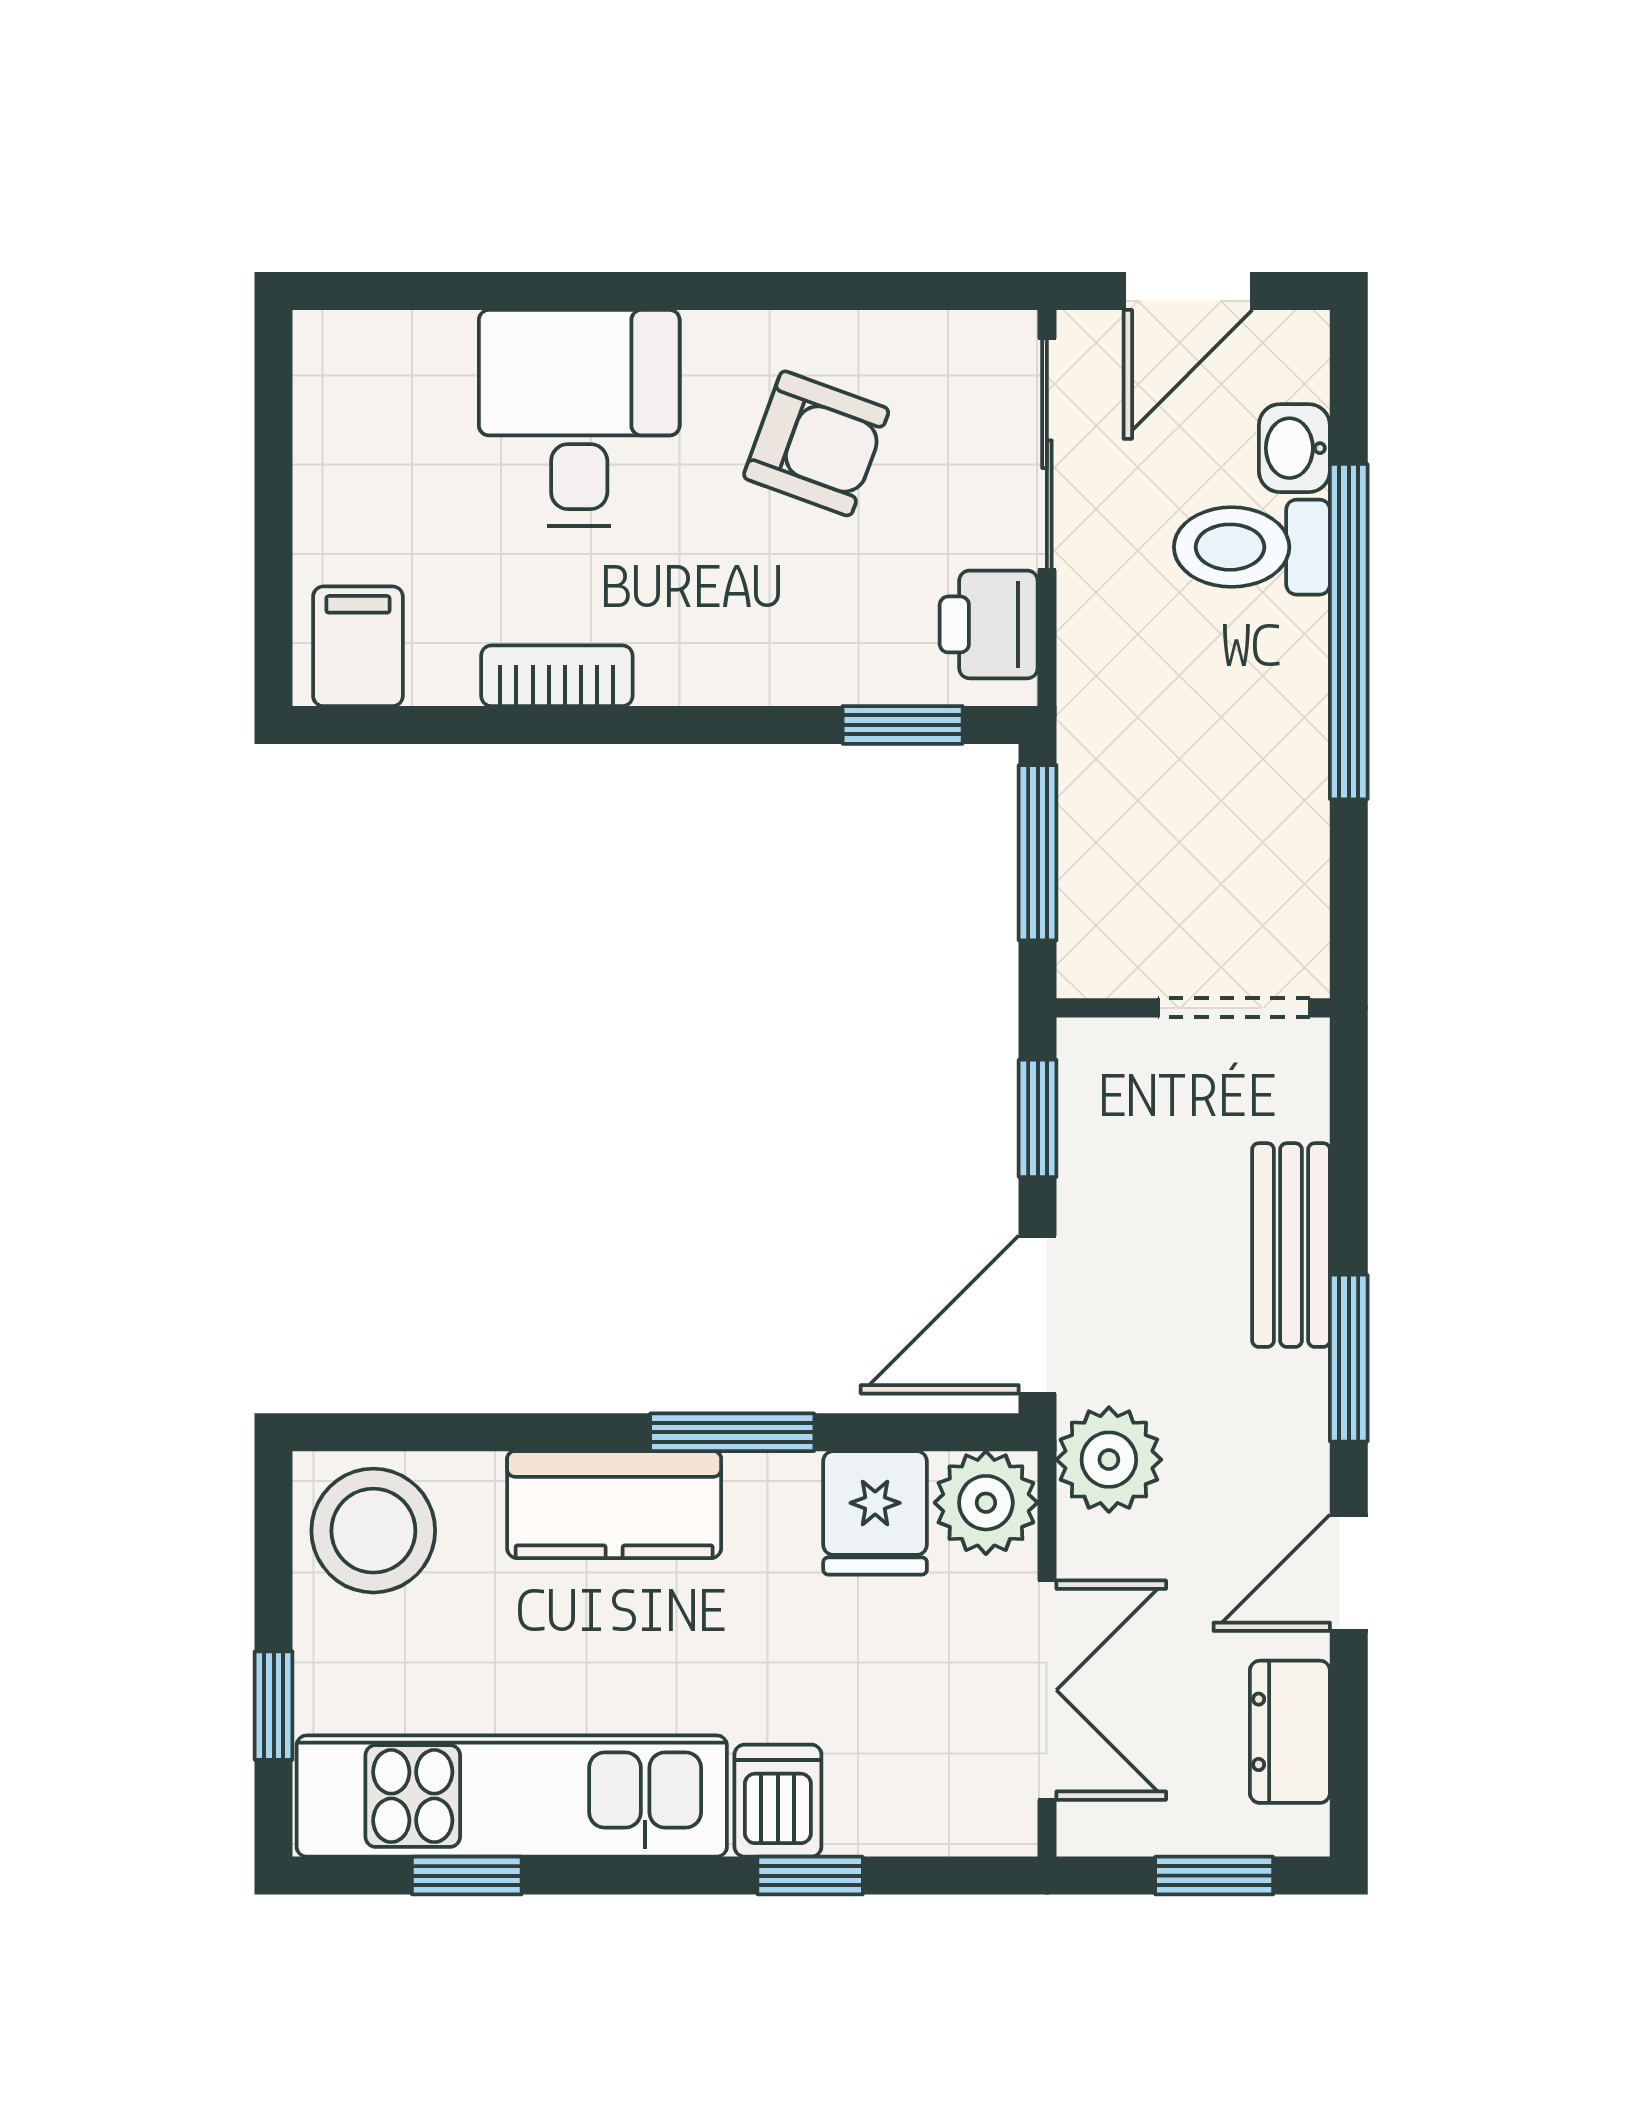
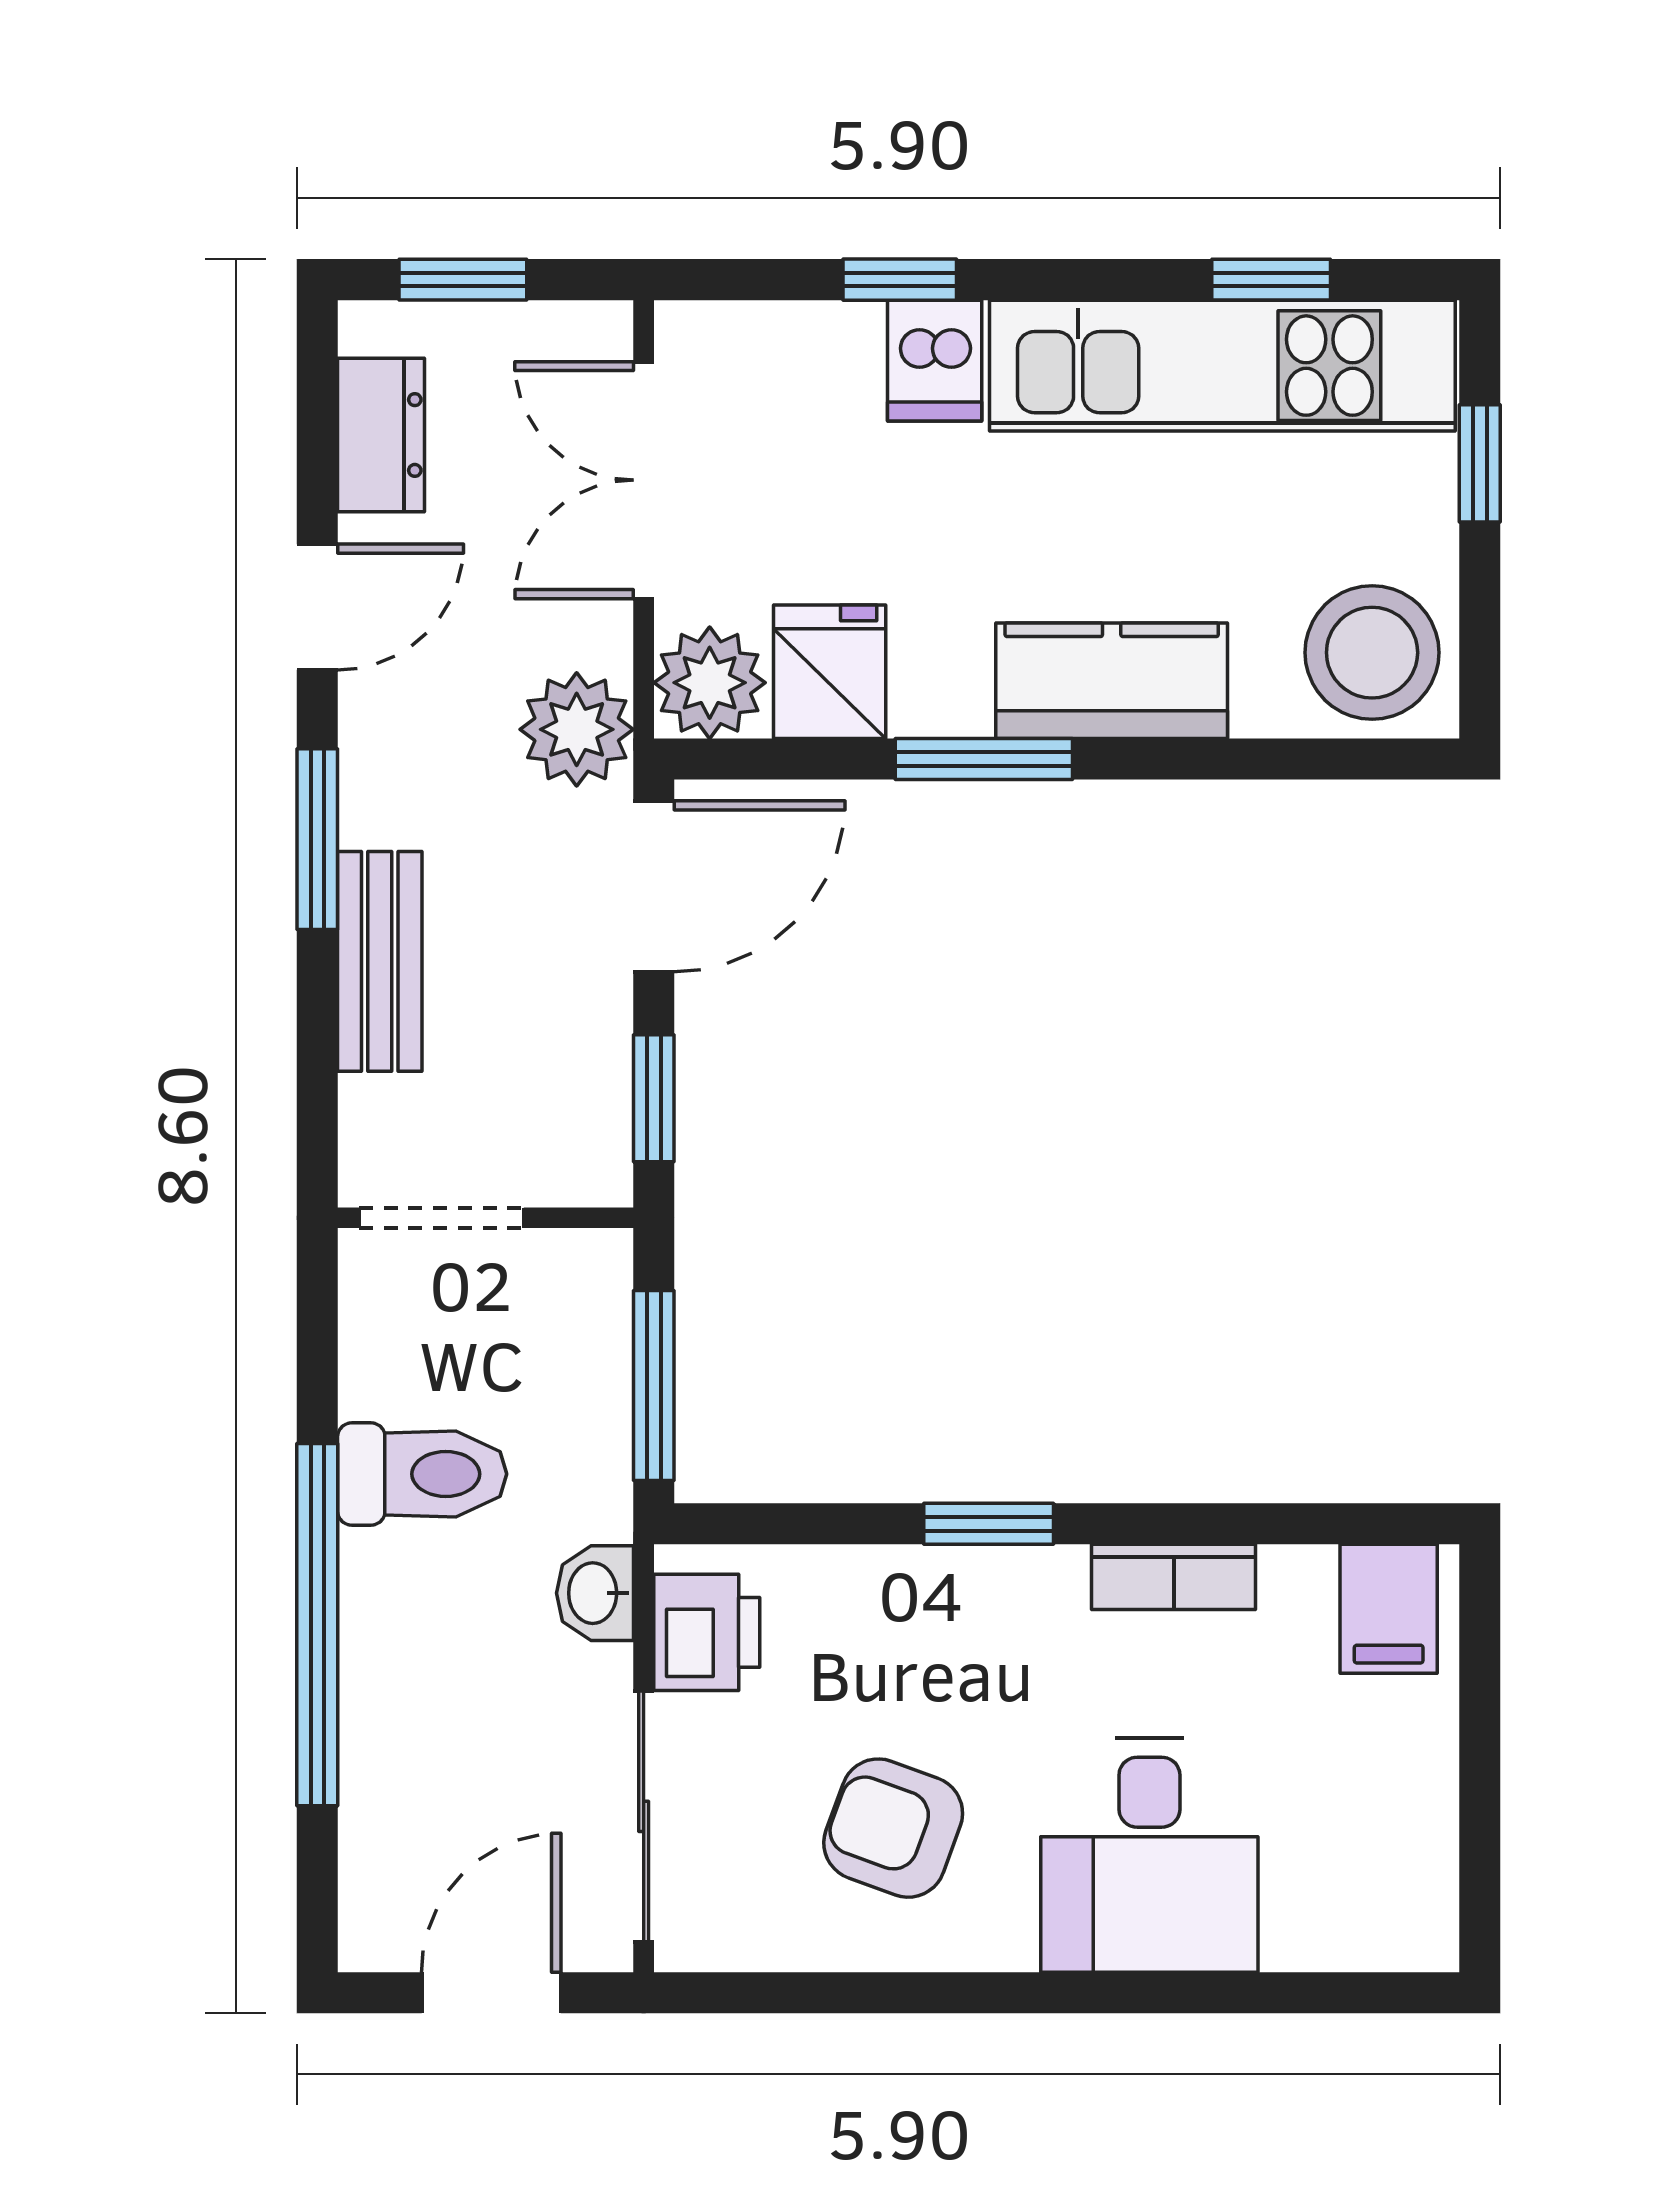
washbasin: (1294, 448) -> (595, 1593), moved, turned 180
toilet: (1252, 547) -> (422, 1474), moved
window: (903, 725) -> (989, 1524), moved

